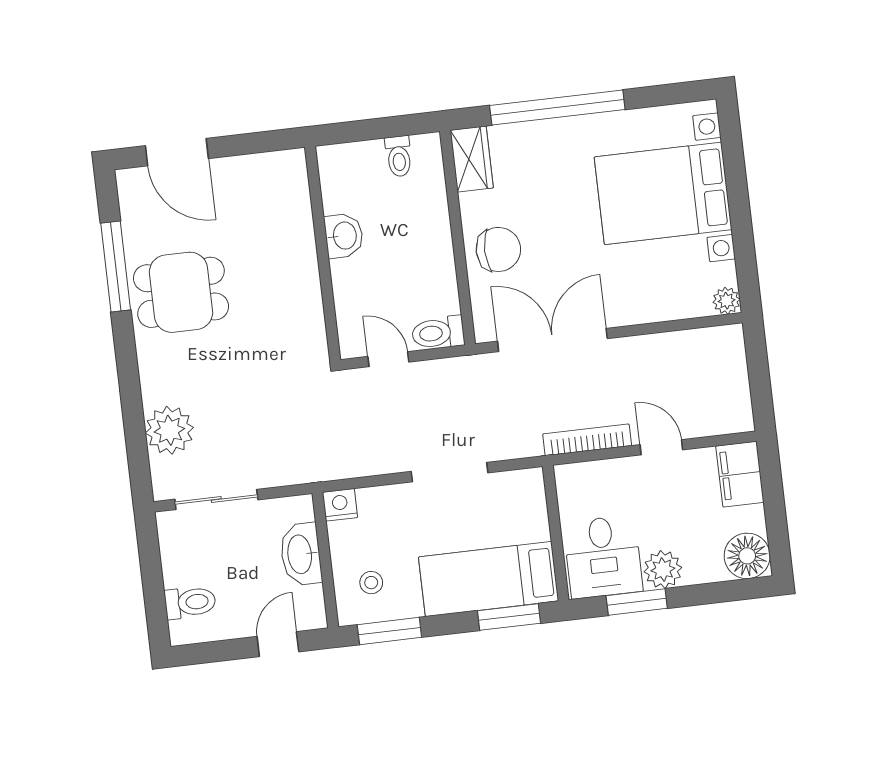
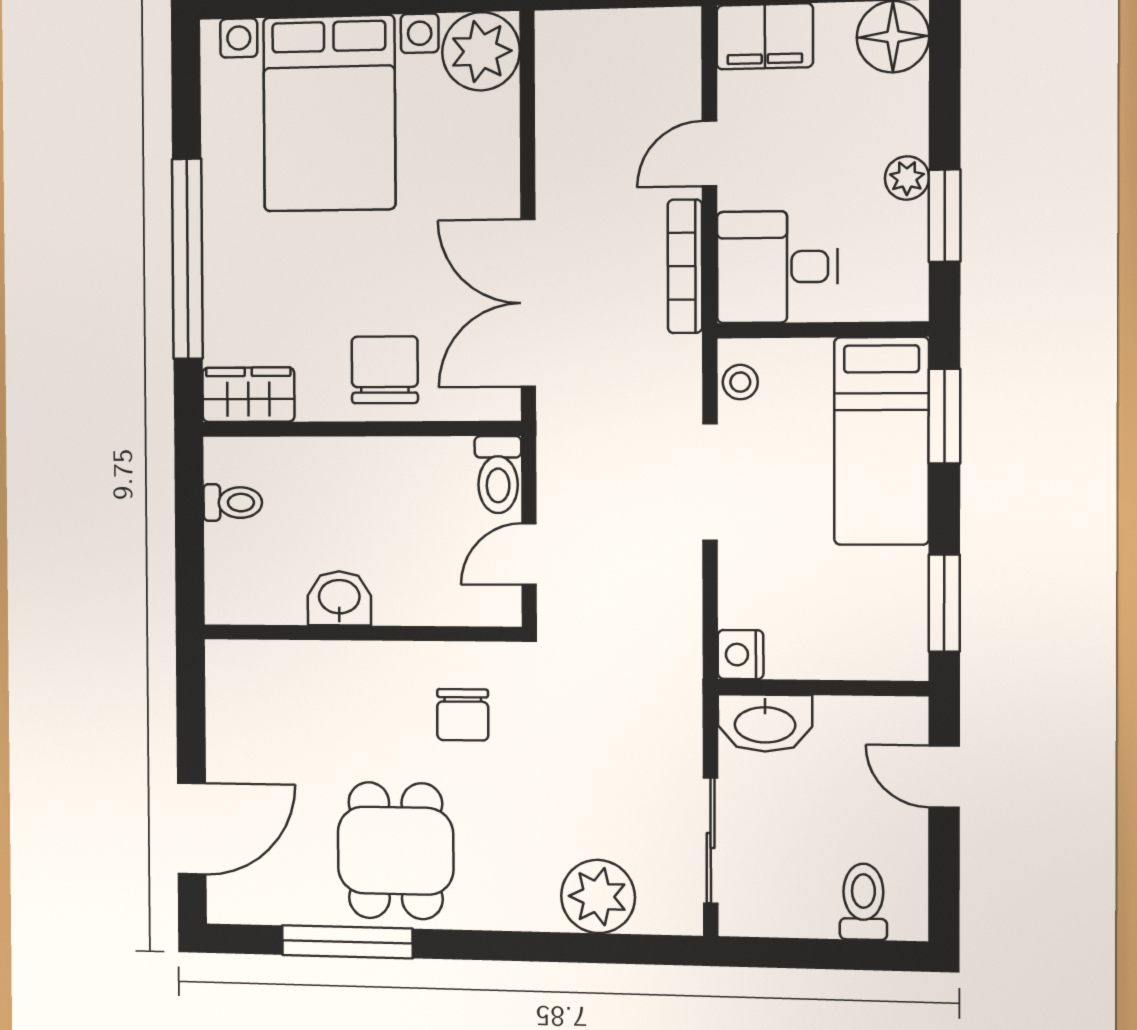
plant: (726, 301) -> (481, 51), width x1.88, depth x1.88
chair: (277, 327) -> (463, 715), added
washbasin: (301, 554) -> (765, 723), moved
desk: (603, 557) -> (777, 267), moved, turned 180
plant: (663, 570) -> (907, 178), width x0.73, depth x0.73
stool: (371, 583) -> (740, 382), moved

